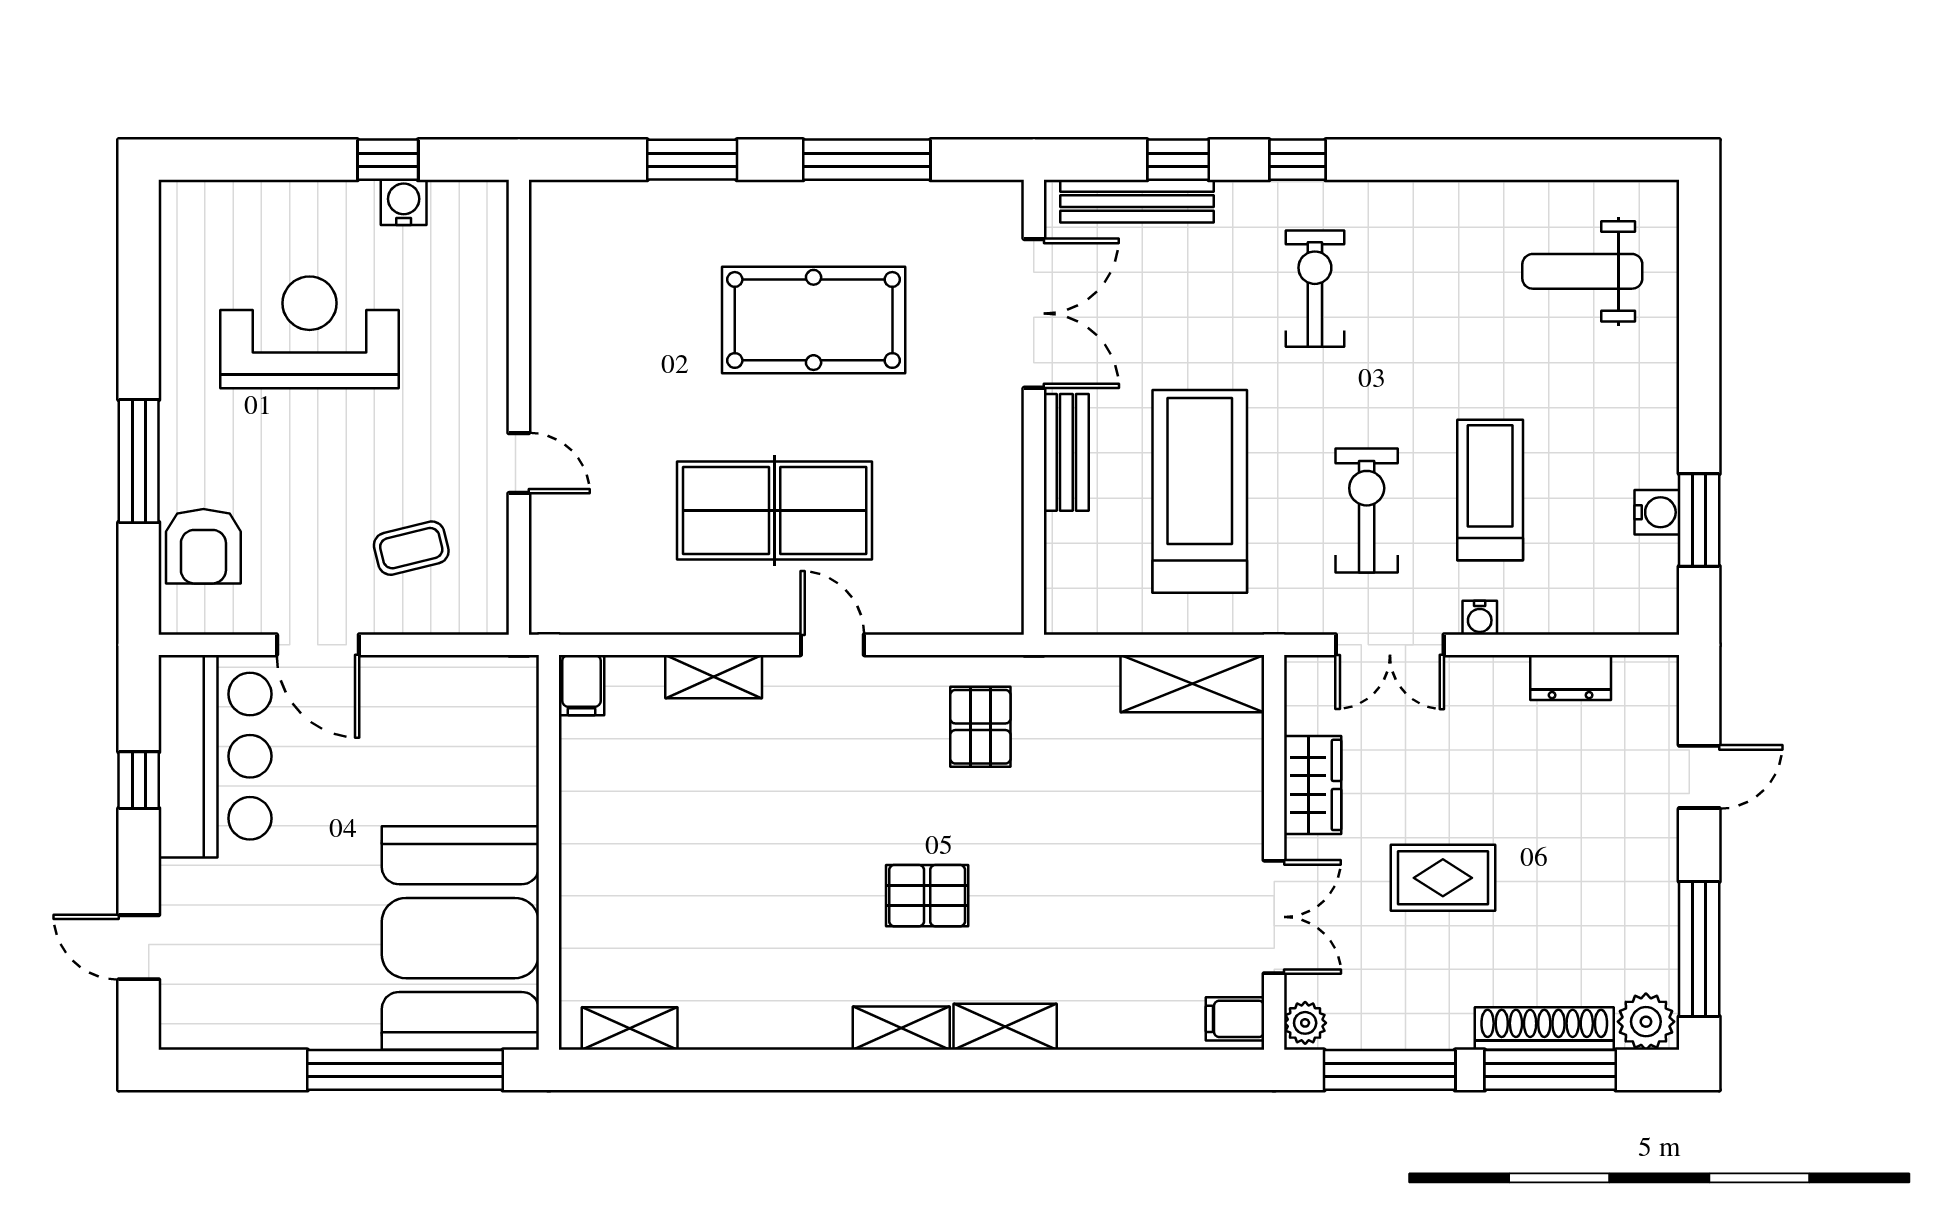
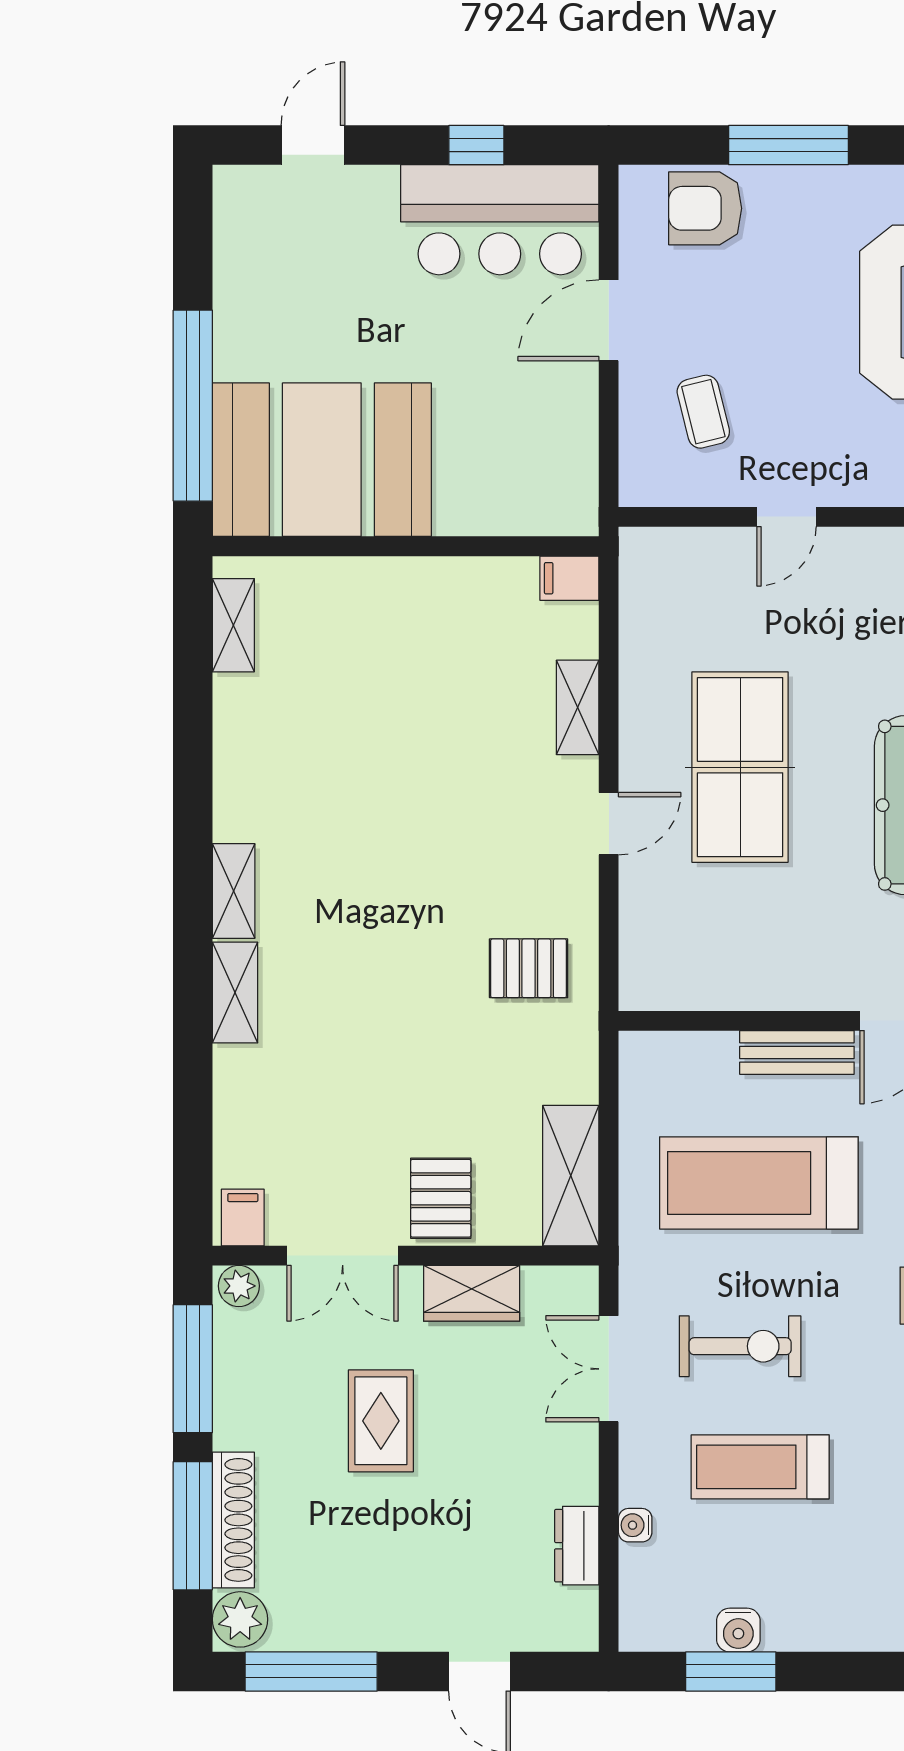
treadmill: (1490, 490) -> (760, 1467), turned 180
treadmill: (1200, 491) -> (759, 1183), turned 180
water cooler: (1480, 618) -> (635, 1525), moved
pallet: (927, 896) -> (441, 1198), moved

